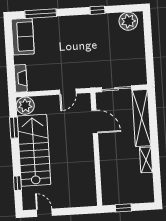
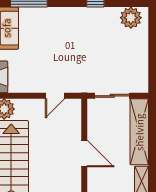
door: (95, 122) -> (84, 153), moved

